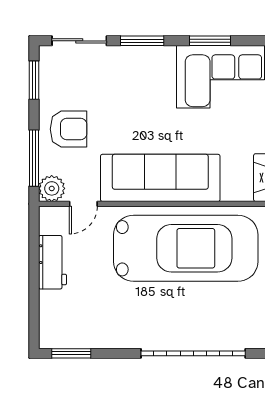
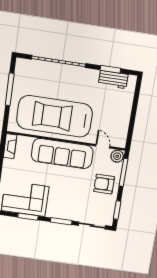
door: (83, 204) -> (103, 146), hinge flipped
workbench: (52, 262) -> (113, 80), moved, turned -90
window: (71, 353) -> (110, 69), moved

